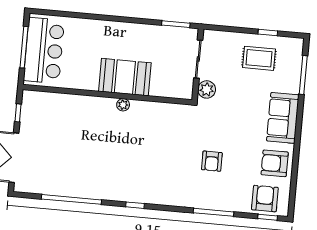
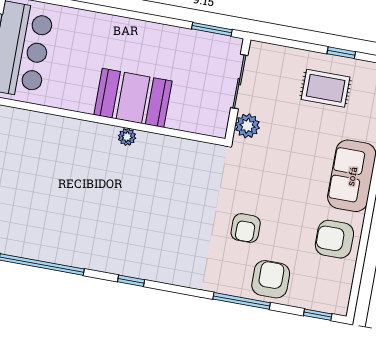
armchair: (265, 199) -> (271, 279), moved

